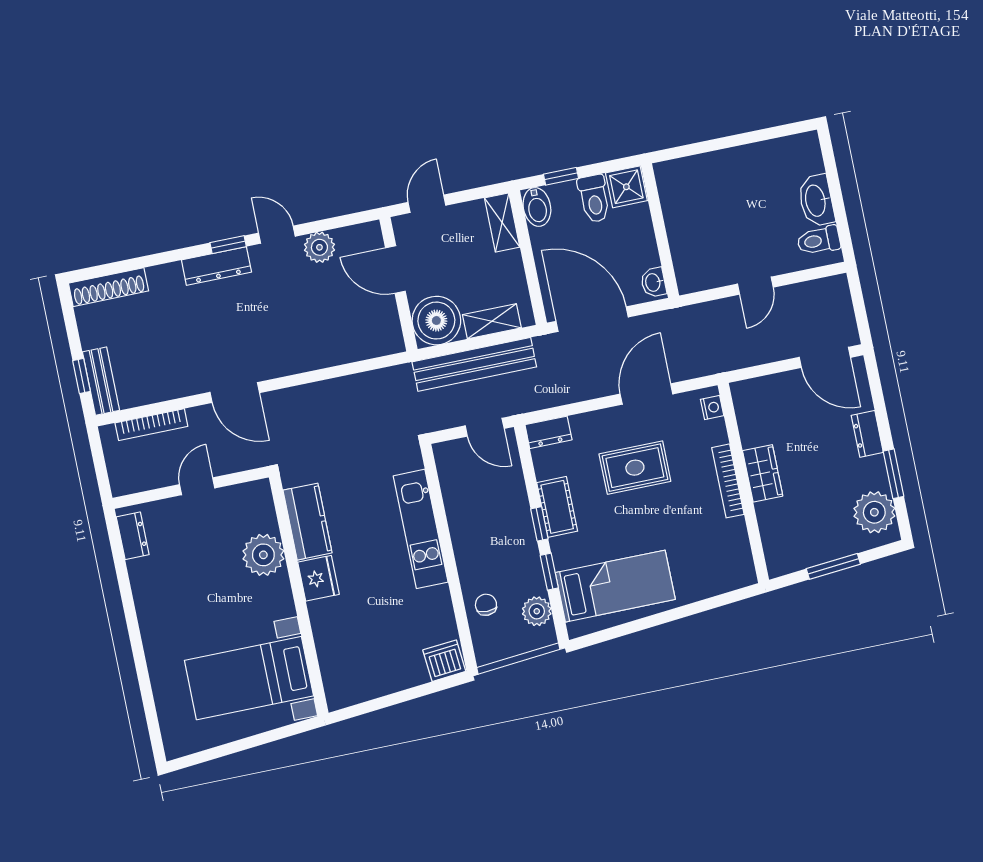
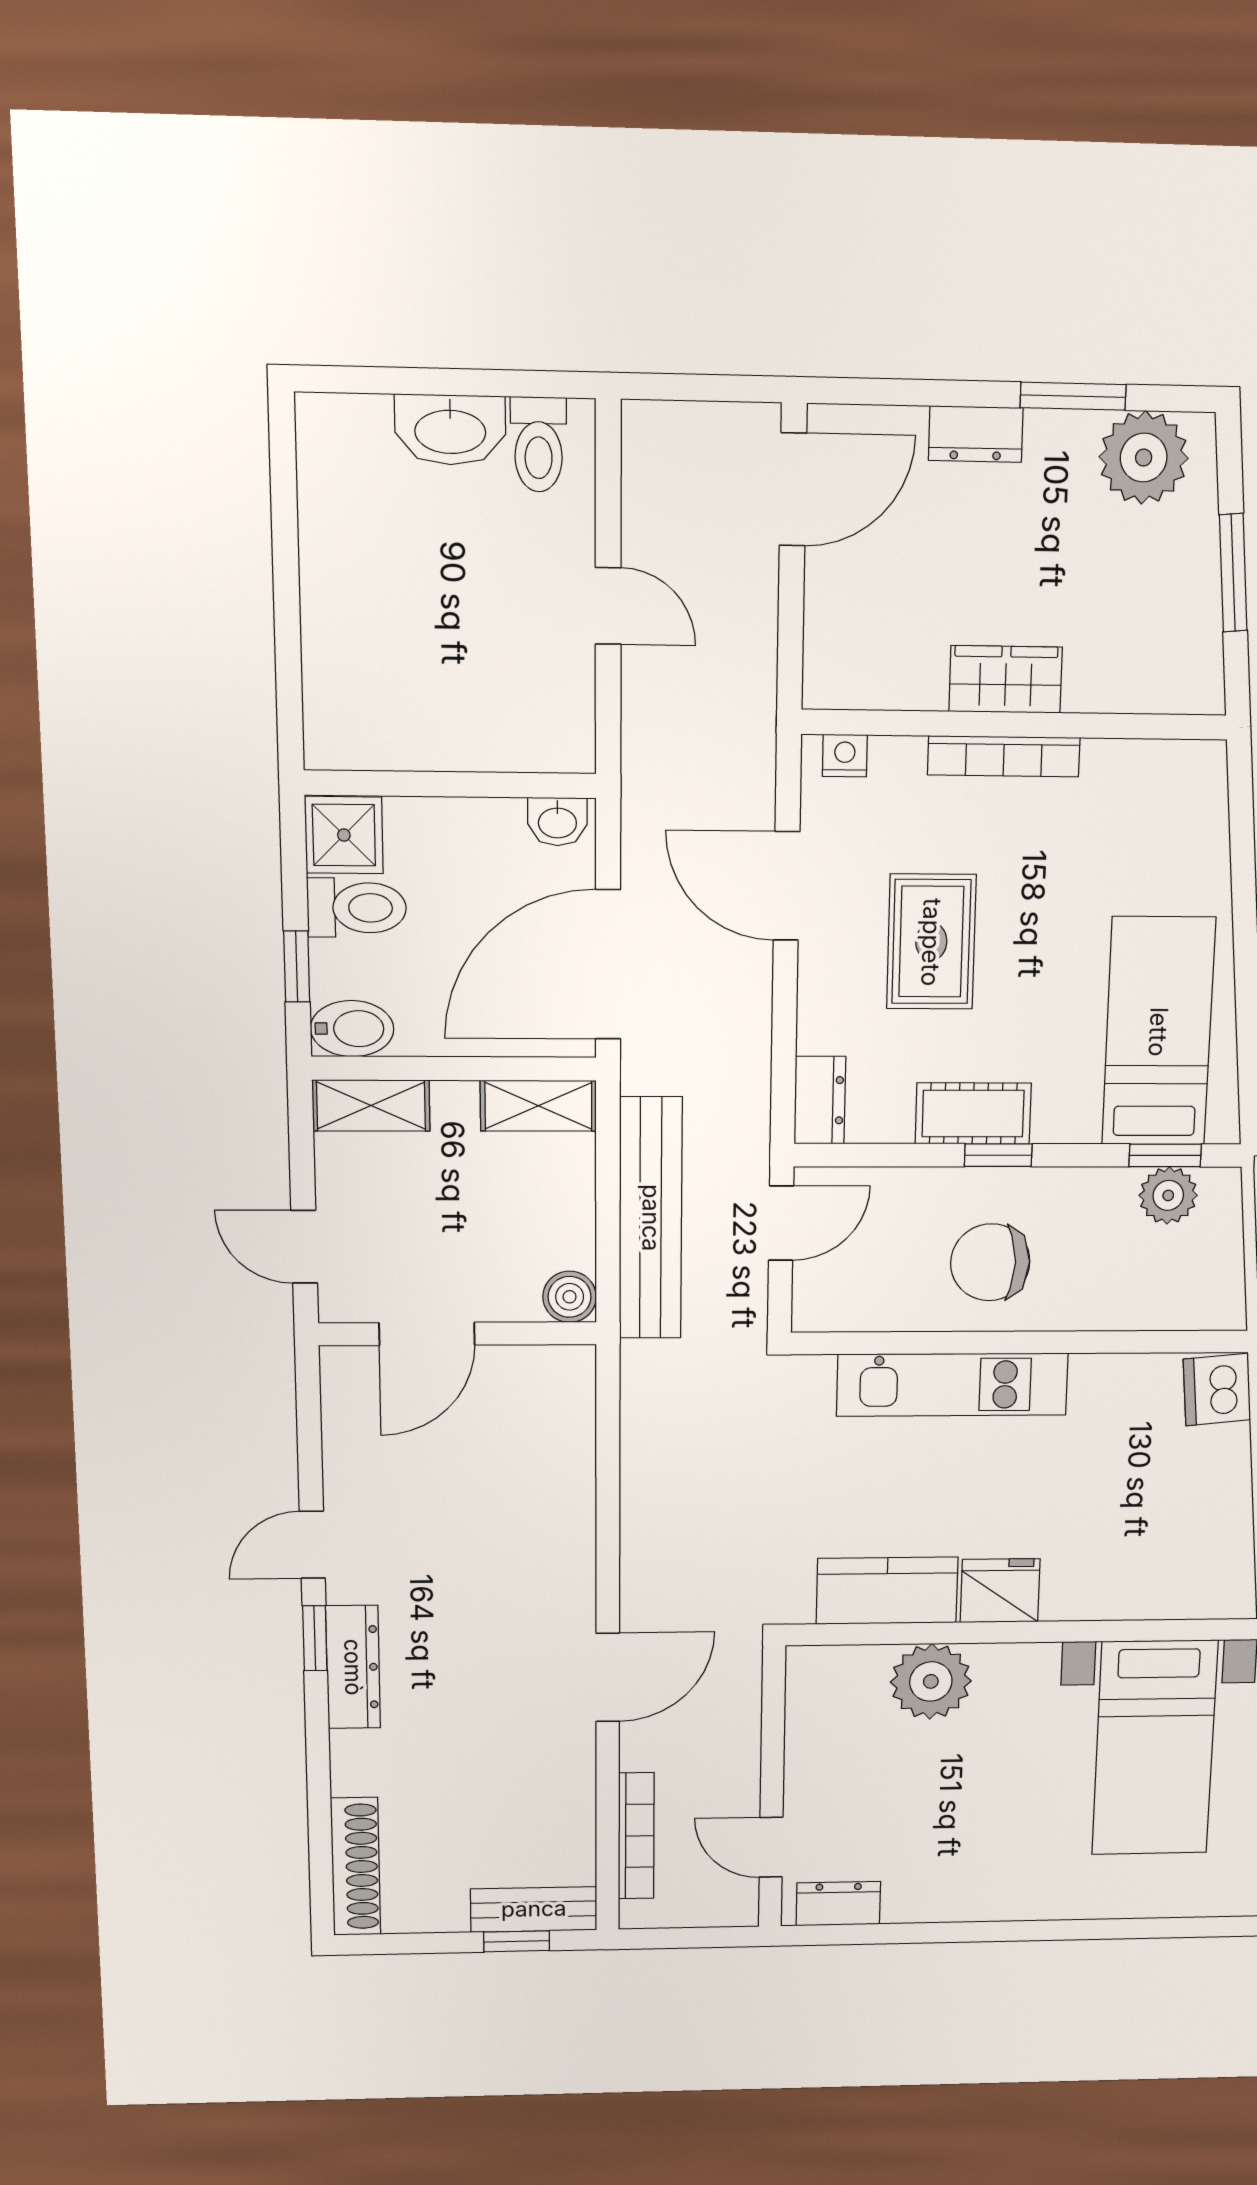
plant: (319, 247) -> (353, 1470), removed
boiler: (436, 321) -> (570, 1297), width x0.54, depth x0.54
shelving: (492, 321) -> (538, 1106), moved, turned 90
door: (197, 486) -> (771, 1847), moved
window: (549, 572) -> (1165, 1155), moved
chair: (486, 605) -> (990, 1262), moved, width x1.87, depth x1.87

